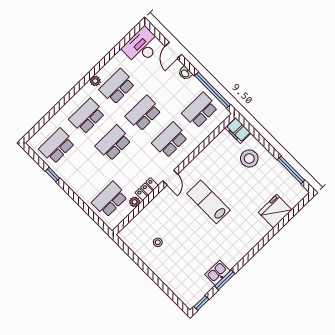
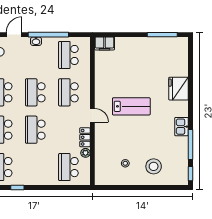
door: (173, 50) -> (14, 35), swing flipped
window: (212, 90) -> (48, 35), moved
stool: (249, 158) -> (154, 166), moved
lab bench: (208, 202) -> (131, 106), turned 180
fridge: (275, 211) -> (178, 89), moved
kitchen sink: (218, 273) -> (181, 127), moved
window: (225, 280) -> (190, 144), width x1.44

